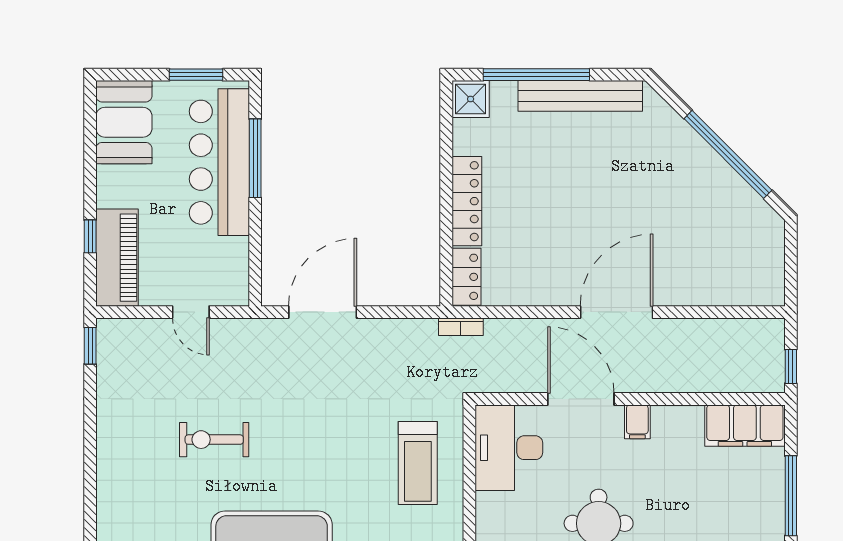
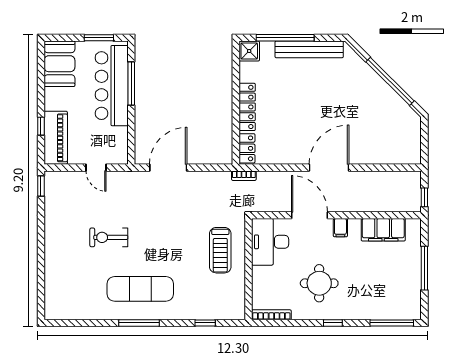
filing cabinet: (745, 426) -> (383, 230), moved

